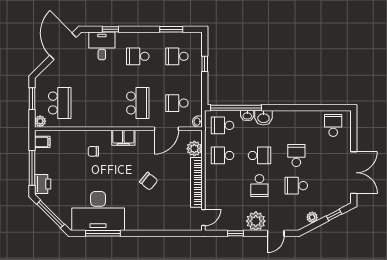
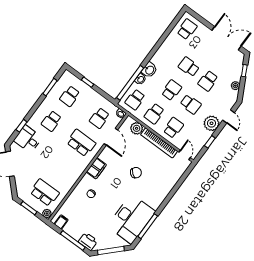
school desk: (333, 125) -> (187, 29), turned 90
school desk: (223, 186) -> (173, 128), added

